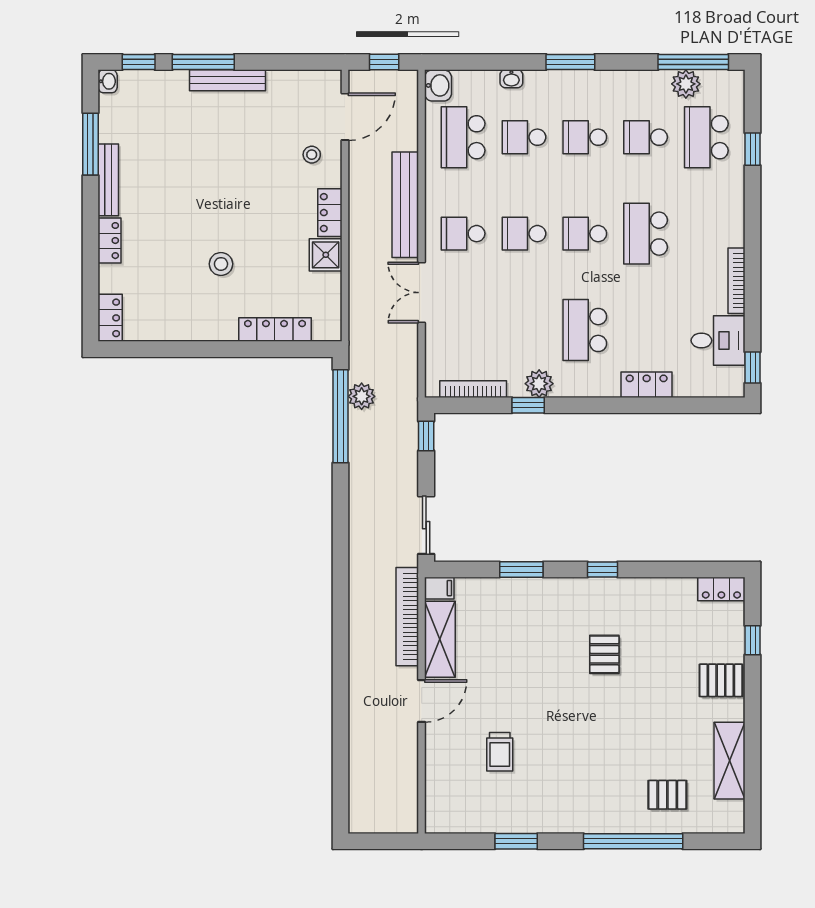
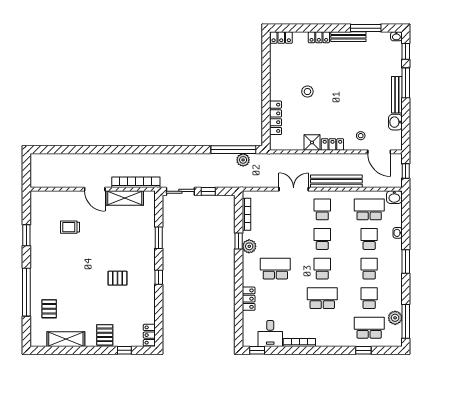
washbasin: (284, 83) -> (395, 122), added
window: (426, 436) -> (208, 191), moved
filing cabinet: (439, 588) -> (150, 198), removed

